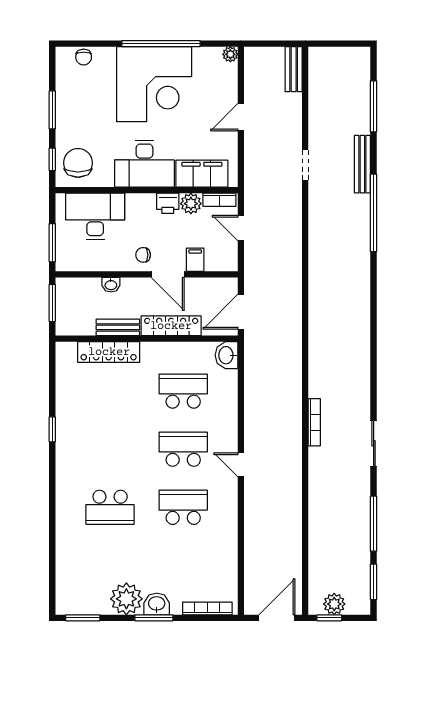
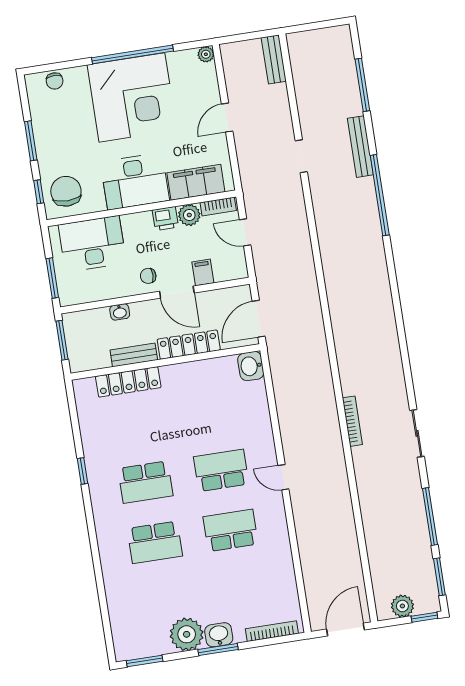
school desk: (183, 391) -> (145, 482), moved, turned 180
window: (329, 618) -> (424, 617), moved

